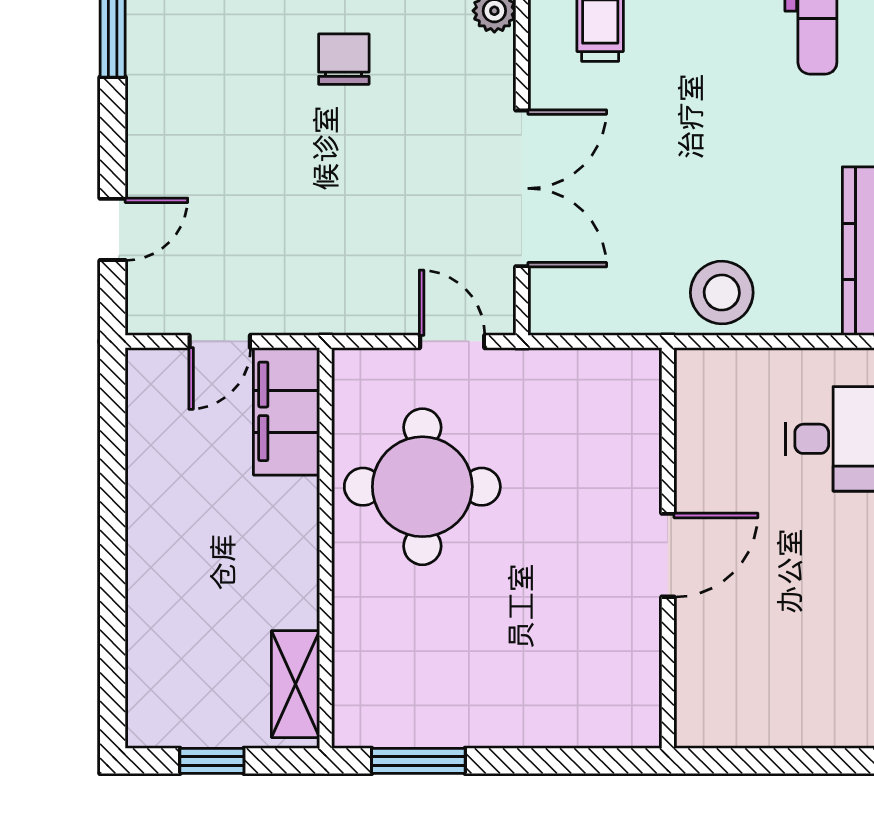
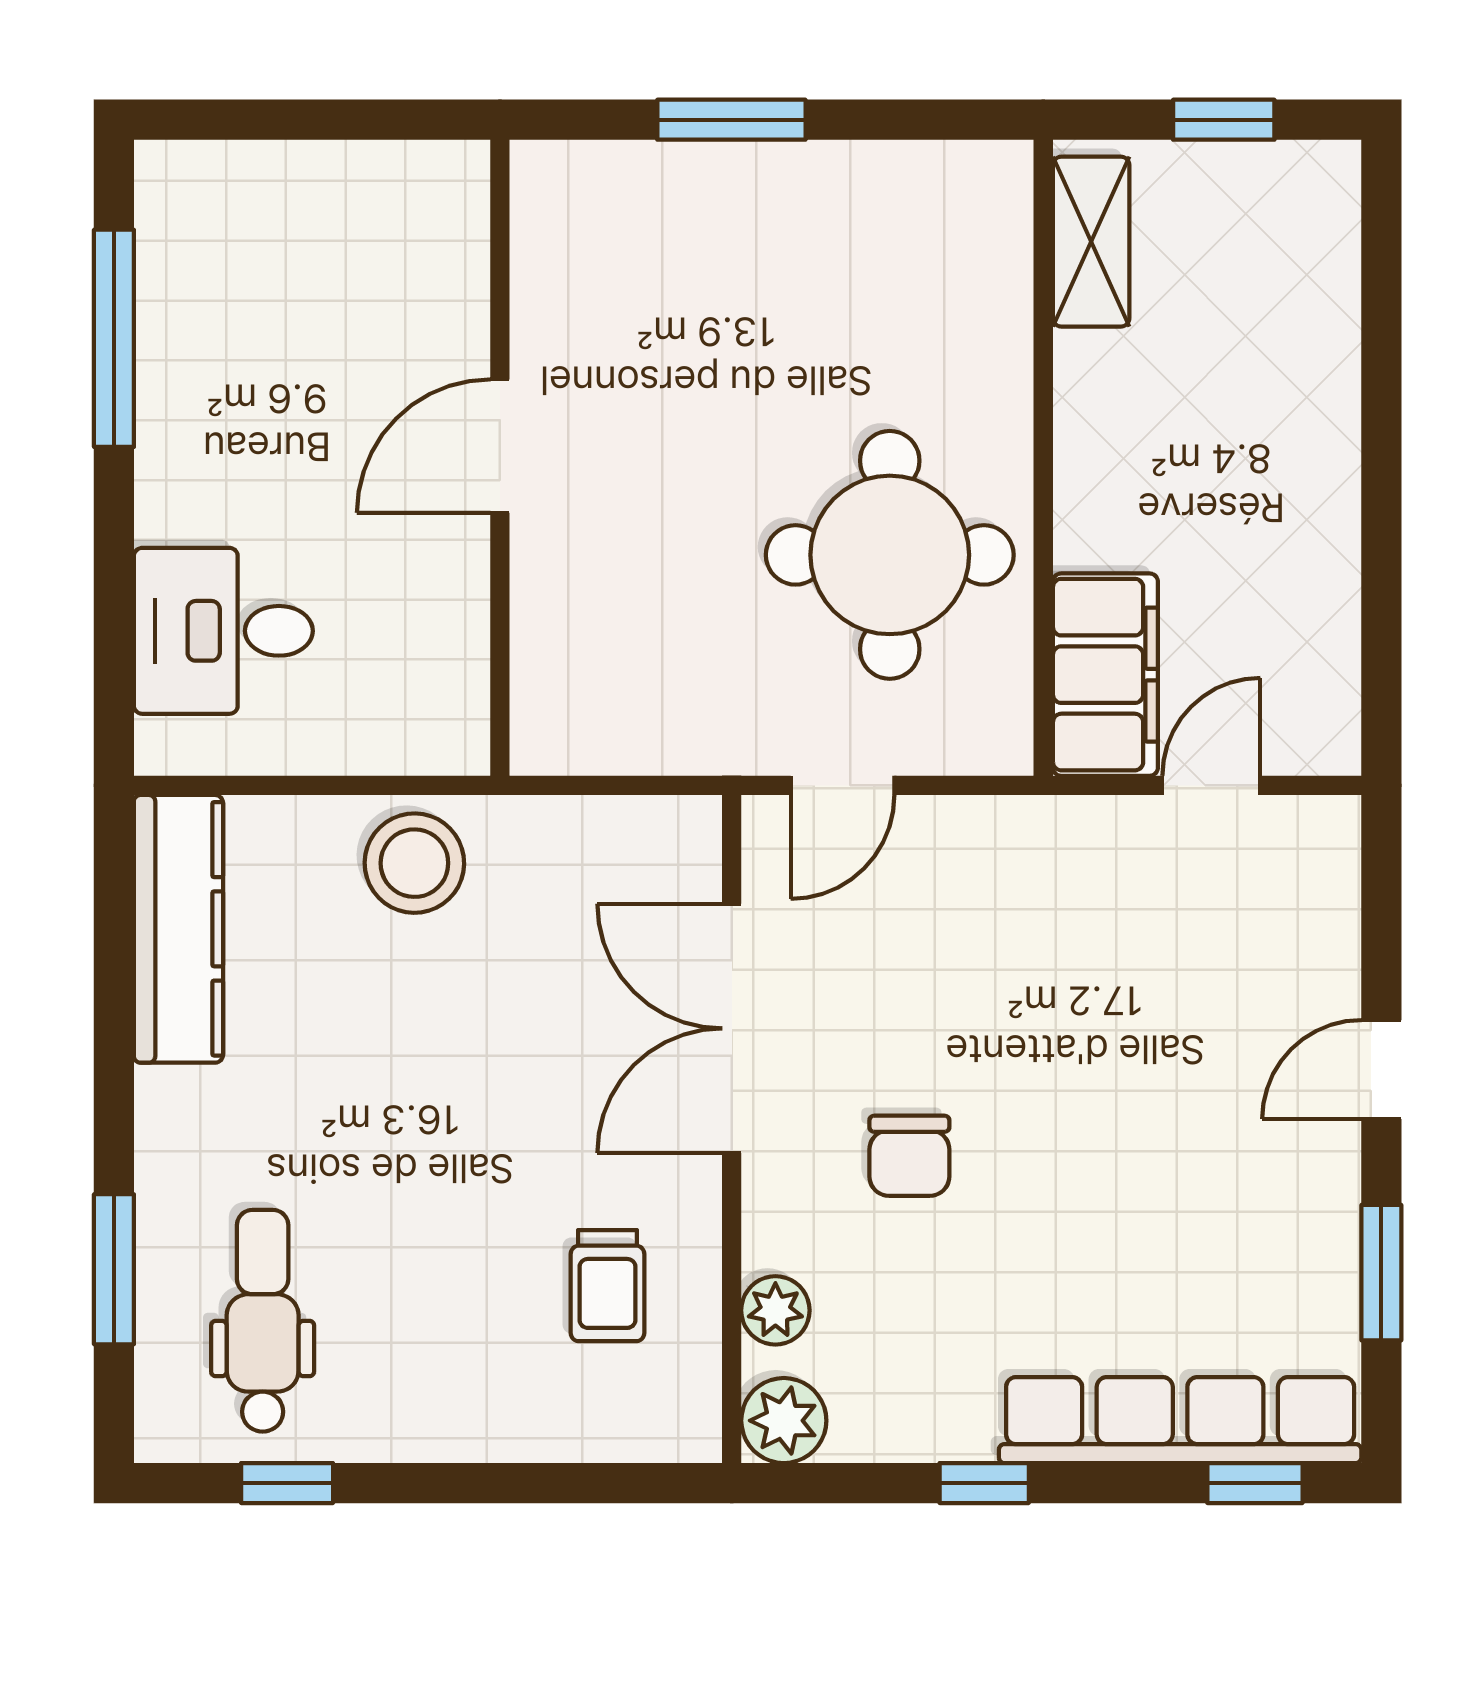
chair: (344, 59) -> (909, 1156), moved
door: (113, 229) -> (1381, 1070), moved
door: (452, 341) -> (843, 785), hinge flipped
window: (418, 761) -> (731, 120), moved

